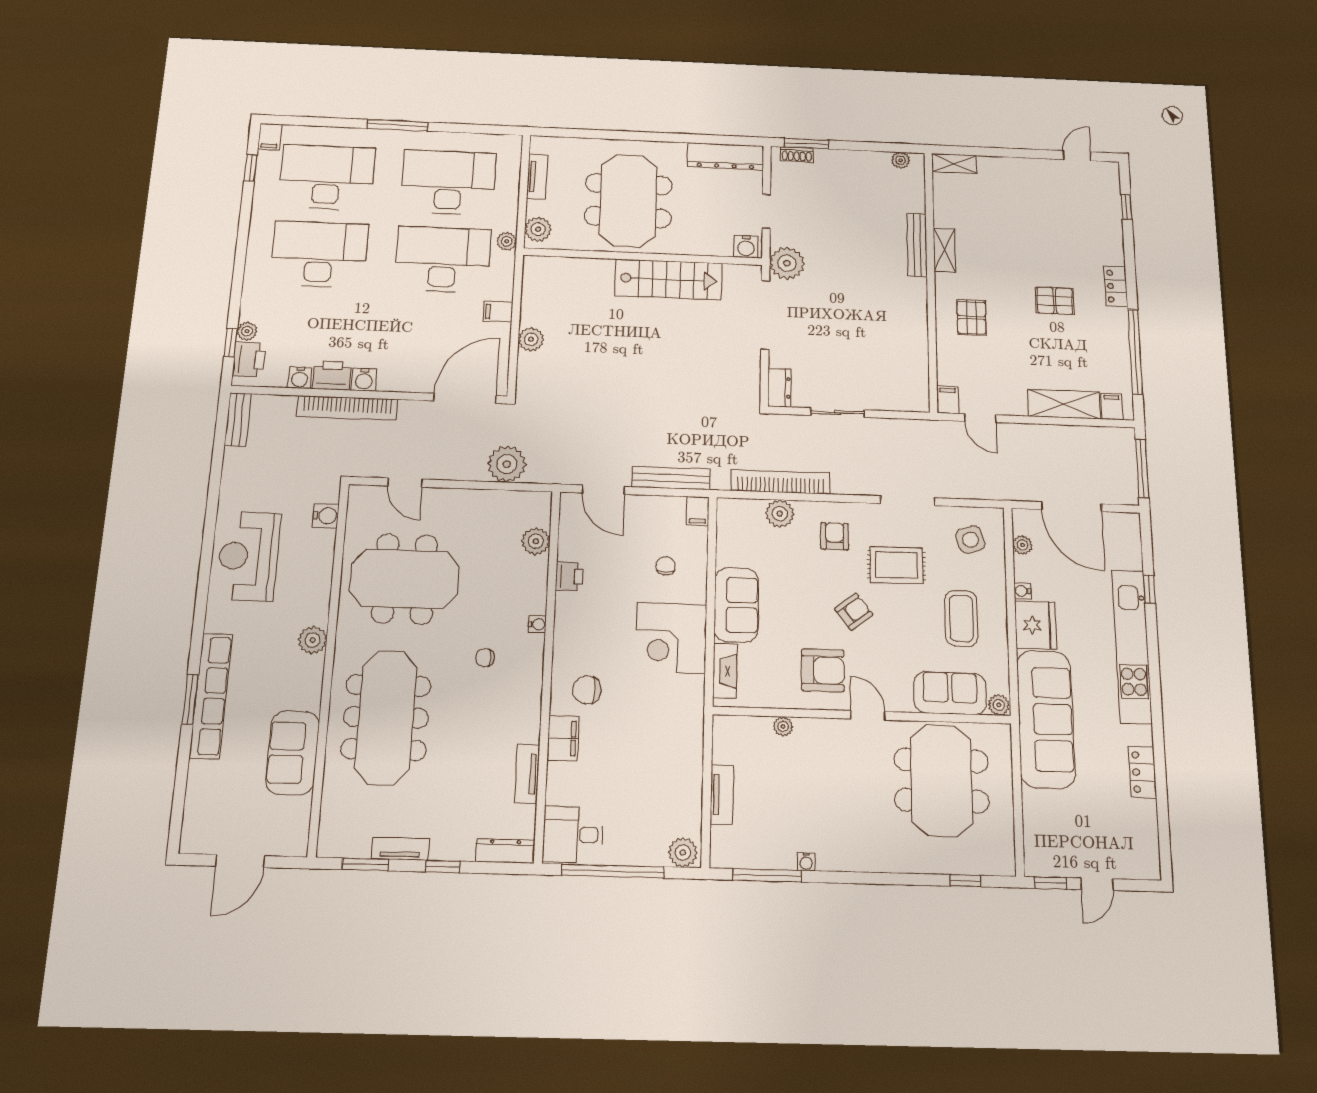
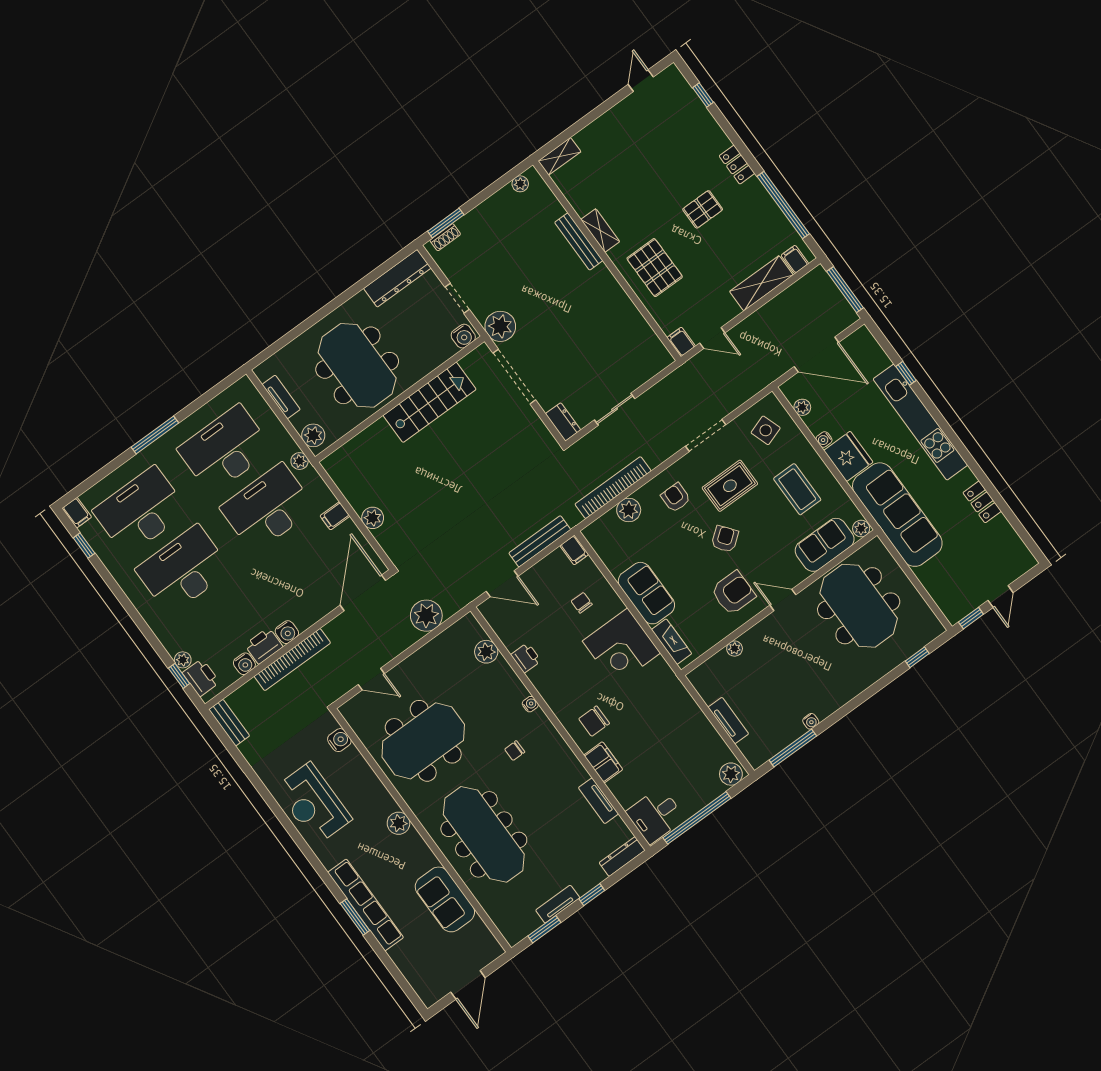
pallet: (971, 318) -> (655, 268), width x1.50, depth x1.42

